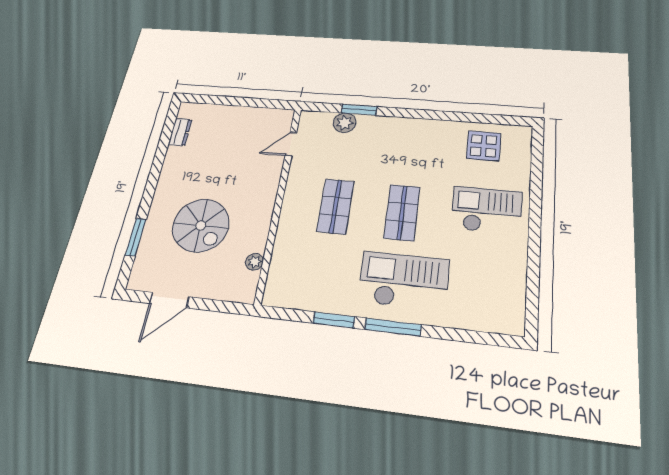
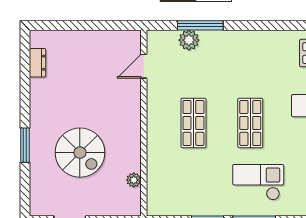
window: (359, 110) -> (200, 25), width x1.44
window: (136, 237) -> (25, 145), moved
checkout: (403, 281) -> (258, 182), width x0.73, depth x0.83

